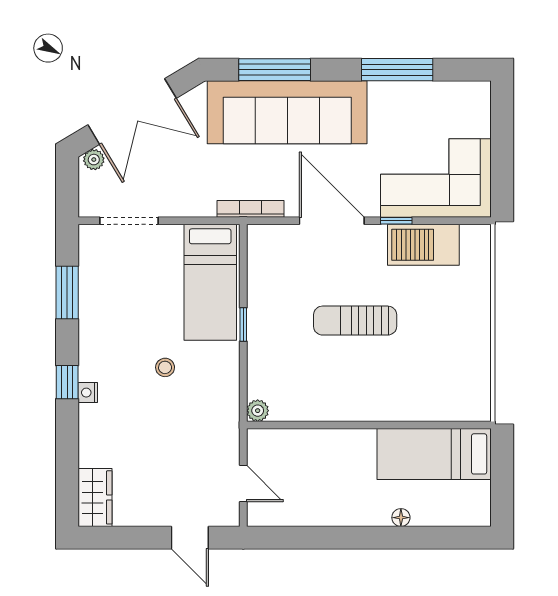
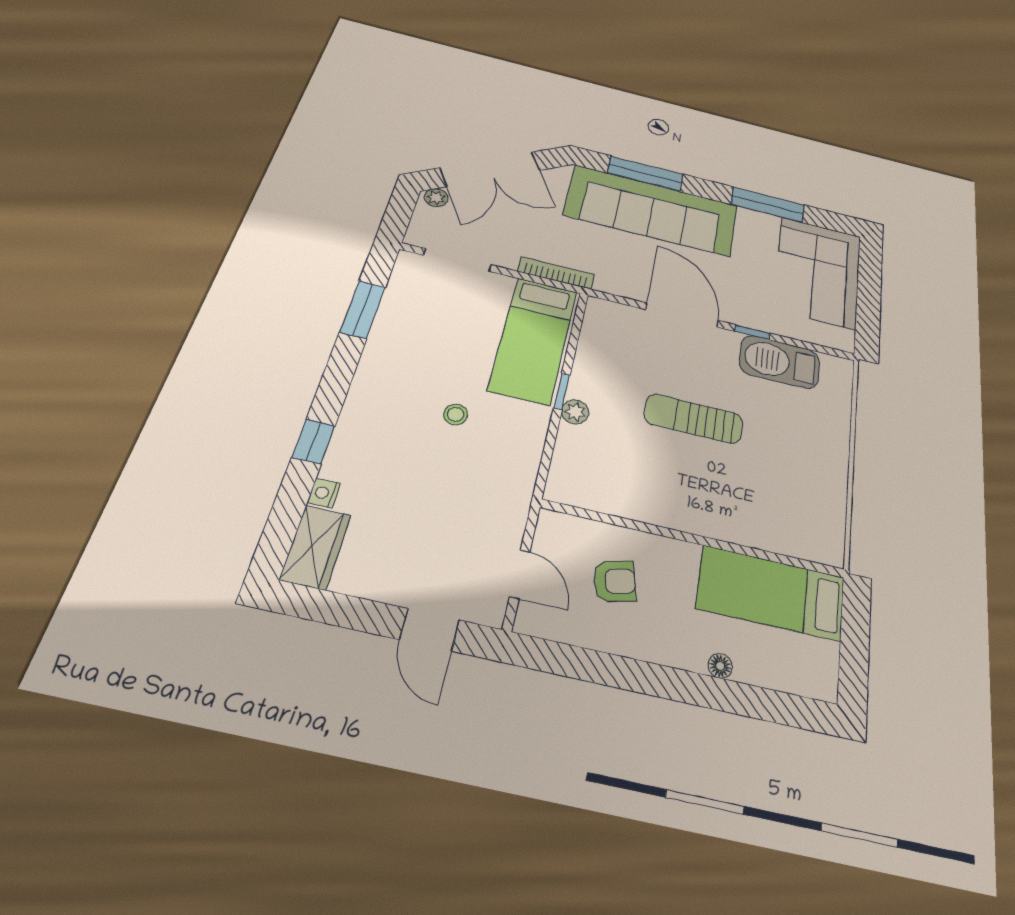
corner sofa: (436, 178) -> (818, 272), moved, turned -90
bookcase: (251, 209) -> (556, 273), moved
window: (67, 382) -> (313, 442), moved
nightstand: (88, 393) -> (324, 493), moved
plant: (258, 411) -> (575, 412), moved
armchair: (314, 473) -> (614, 581), added

